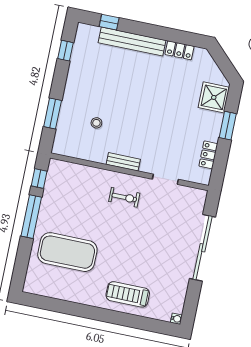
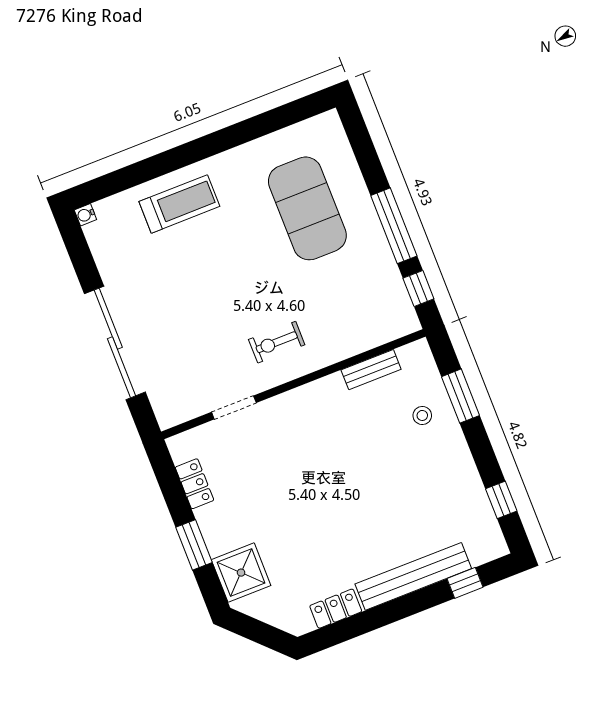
stool: (96, 123) -> (422, 415), moved
bench: (123, 162) -> (371, 370), moved
exercise mat: (67, 252) -> (307, 208), turned 90

